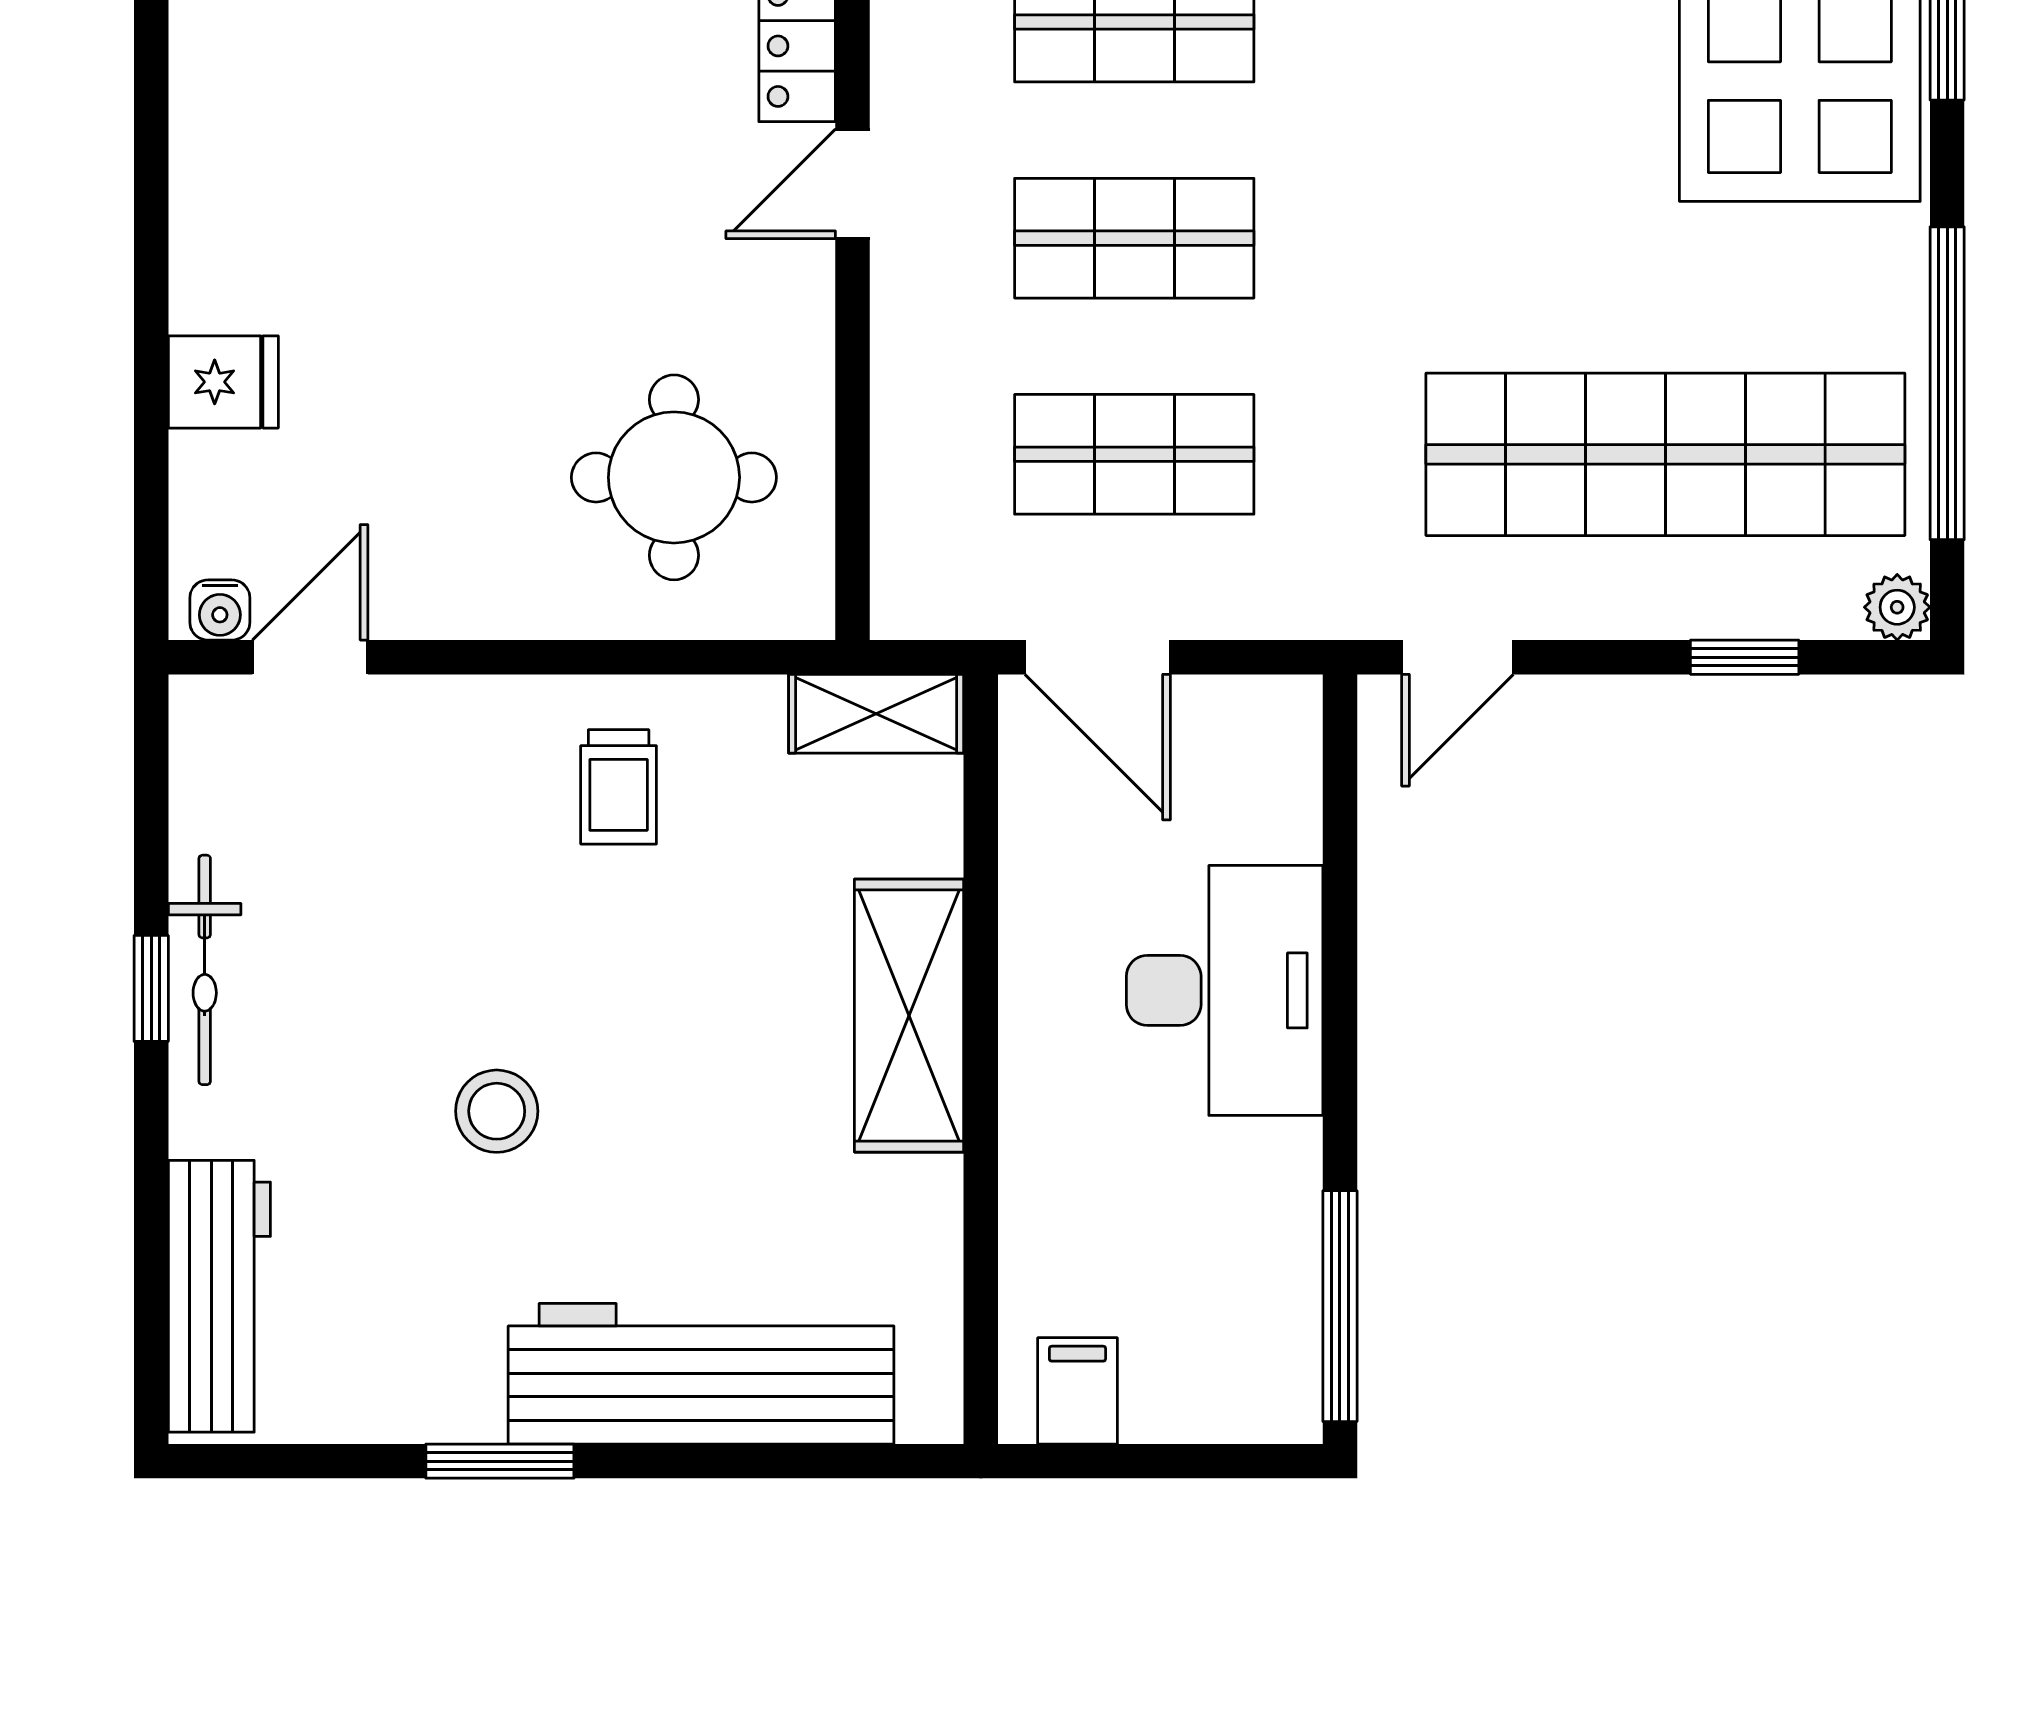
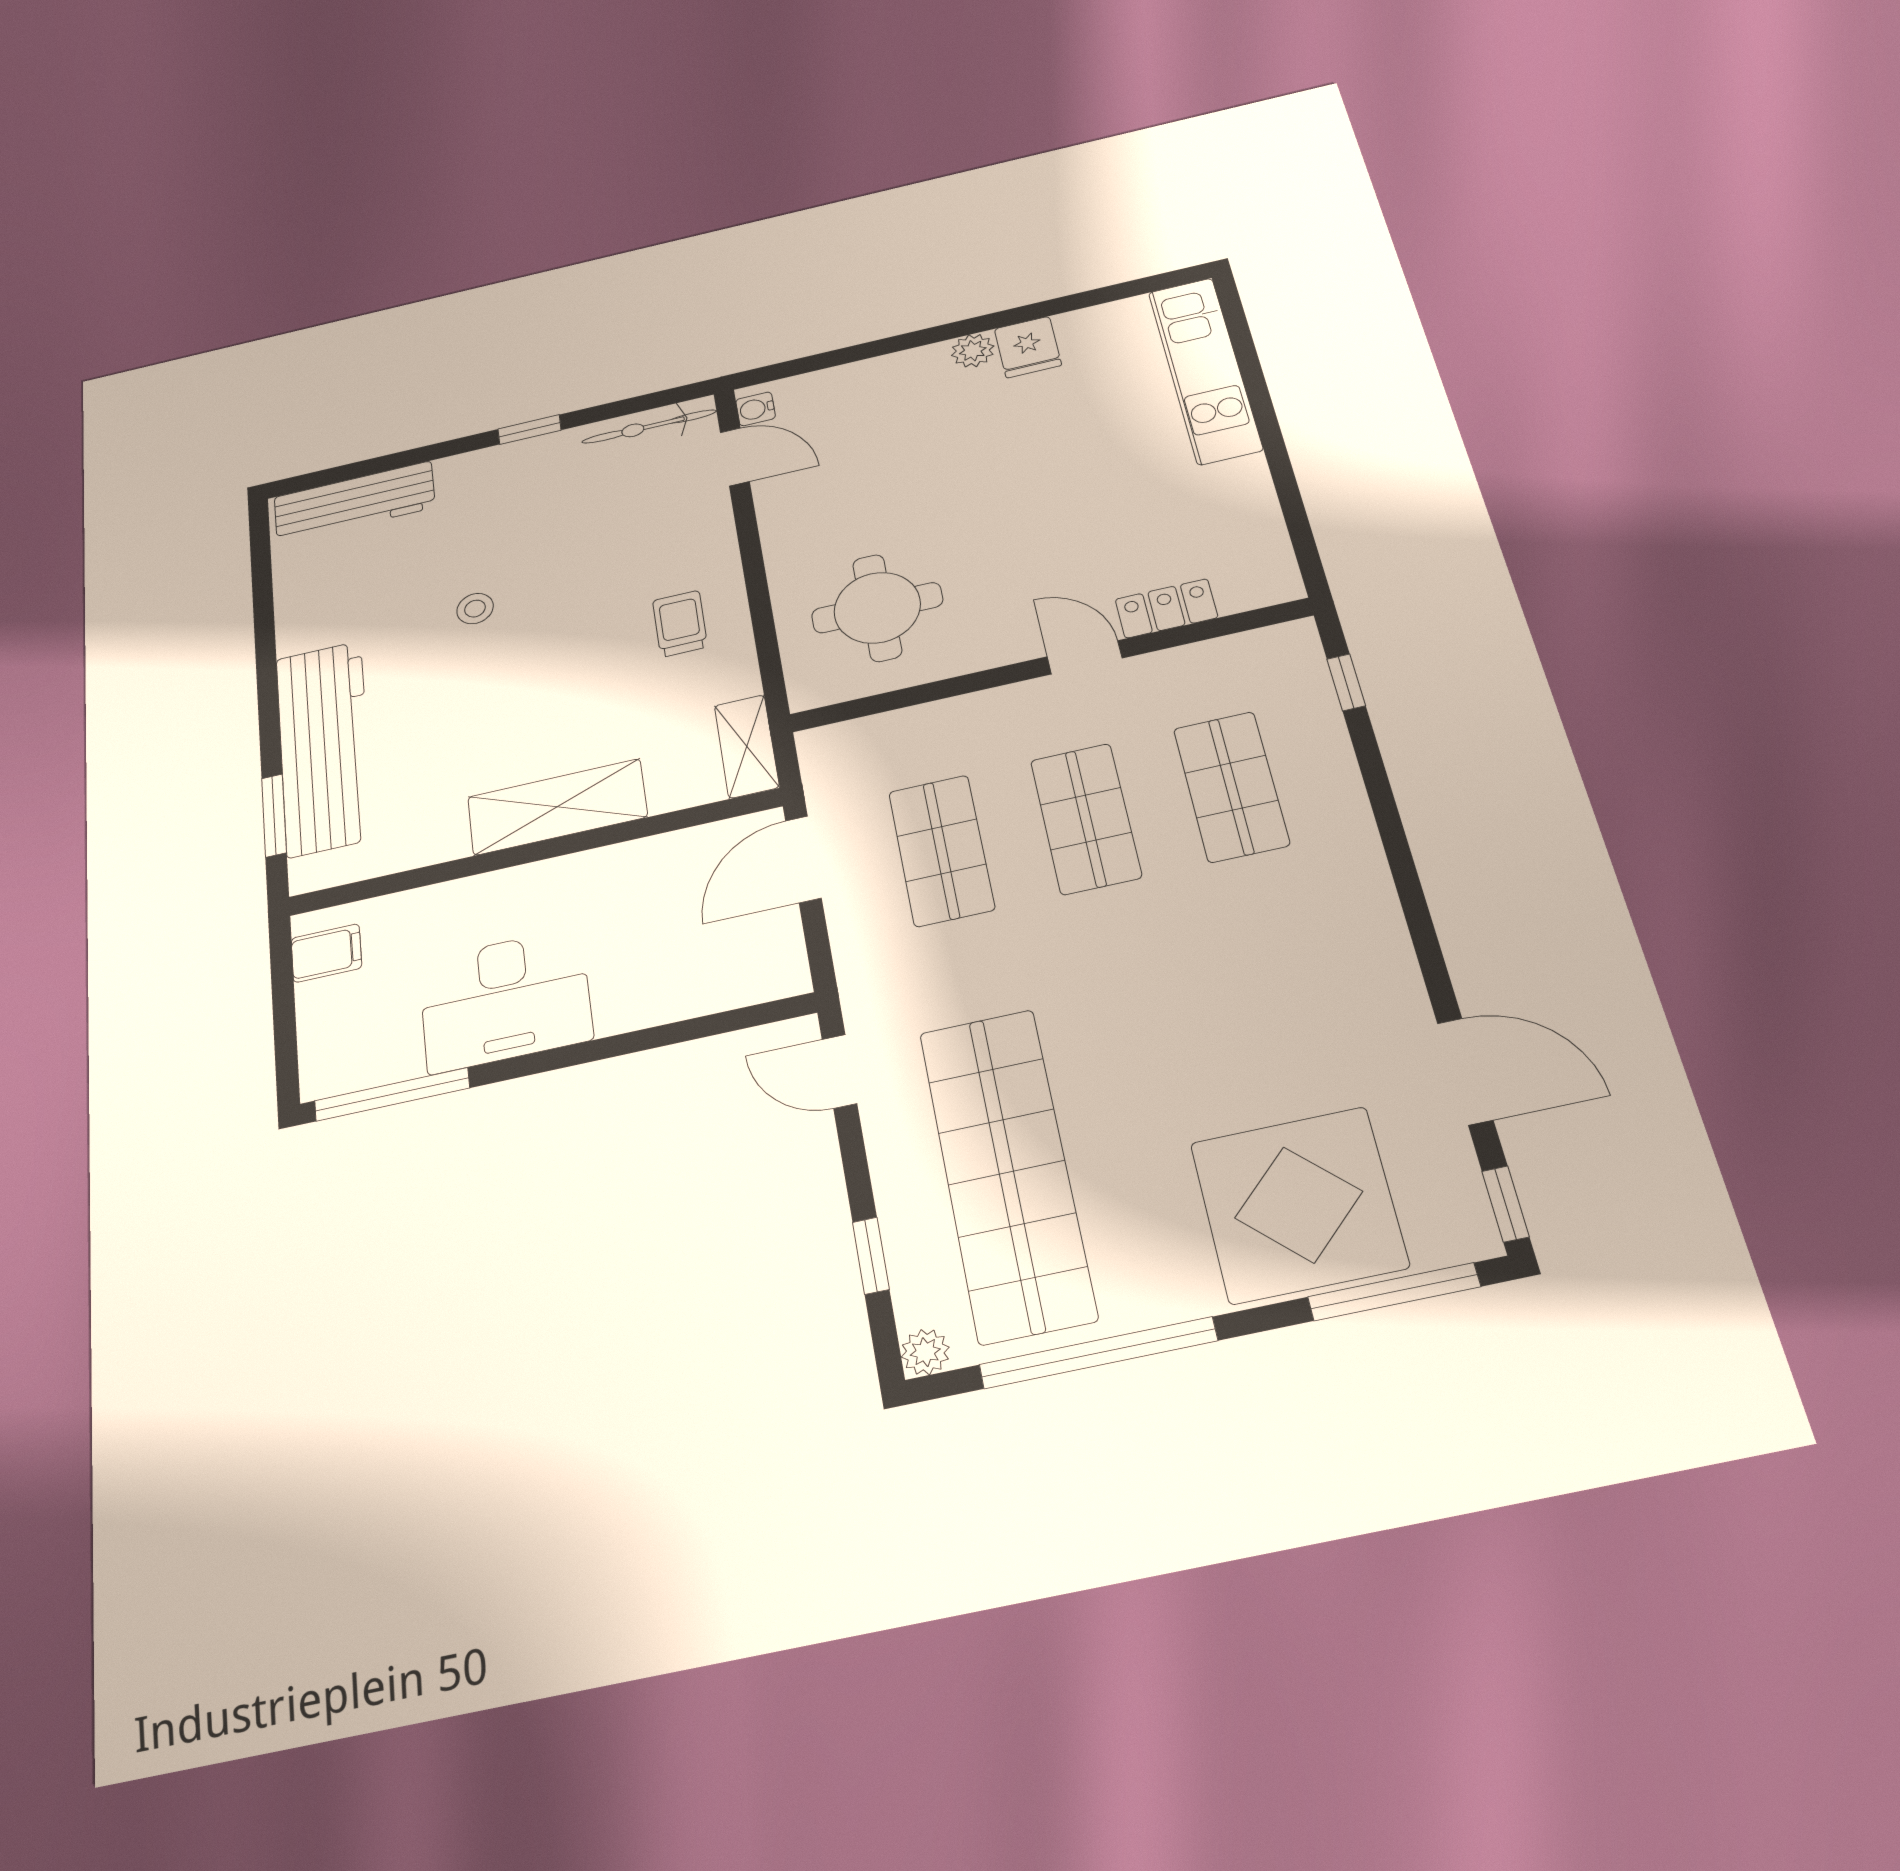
plant: (204, 242) -> (973, 351), added
fridge: (223, 382) -> (1028, 347), moved
trolley: (619, 787) -> (680, 624), turned 90
bicycle: (205, 970) -> (649, 427), moved
desk: (1225, 990) -> (505, 1000), moved
stool: (497, 1111) -> (475, 609), width x0.73, depth x0.73
window: (500, 1461) -> (274, 815), moved

